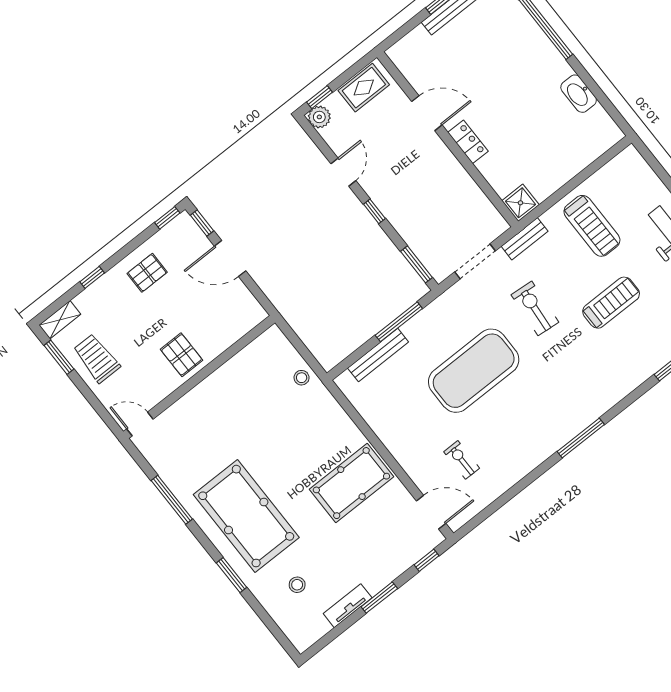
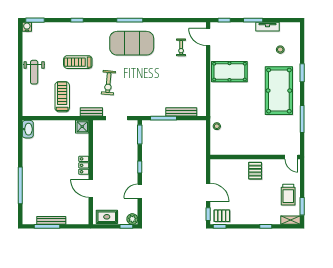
washbasin: (579, 94) -> (28, 129), moved
pallet: (147, 273) -> (222, 216), moved
exercise mat: (474, 371) -> (132, 43), moved

